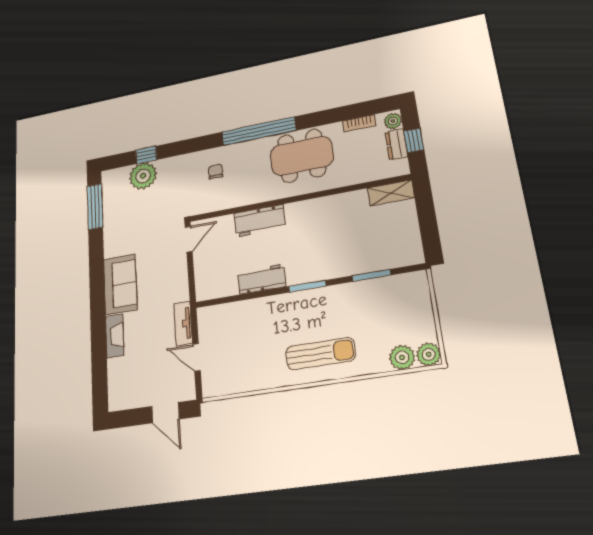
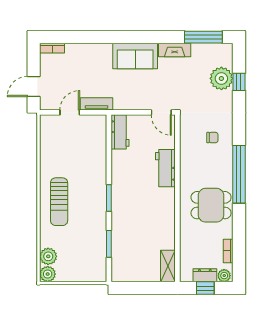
dining table: (302, 156) -> (211, 205), width x0.73
workbench: (262, 279) -> (120, 132), moved
fireplace: (115, 336) -> (175, 50), moved
bookcase: (114, 394) -> (52, 48), added

